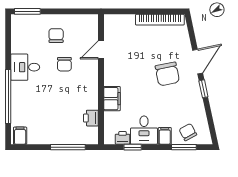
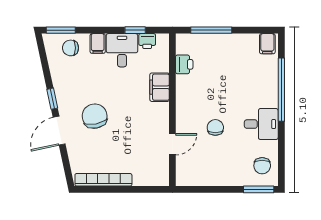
chair: (56, 36) -> (262, 166), moved
chair: (188, 132) -> (71, 48), turned 119
window: (184, 147) -> (61, 30), moved

